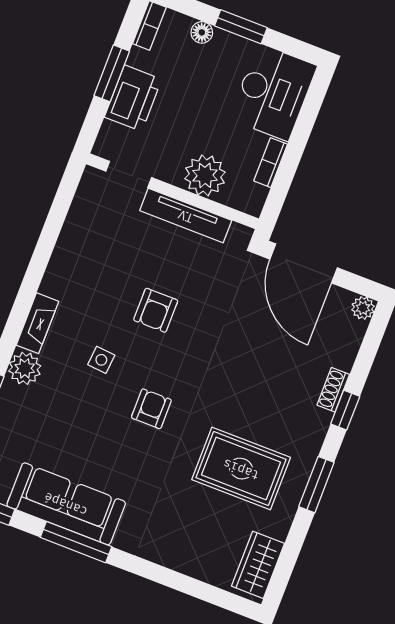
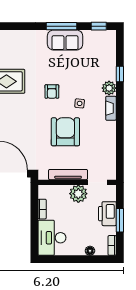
window: (241, 27) -> (75, 259), removed
plant: (205, 175) -> (78, 194), moved
armchair: (156, 310) -> (65, 132), width x1.88, depth x1.88
sofa: (66, 504) -> (65, 40), width x0.73

